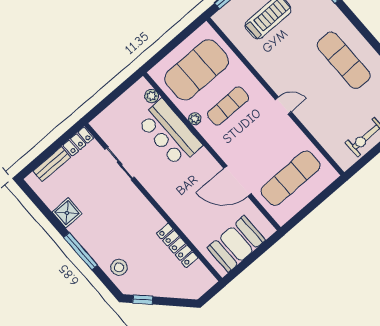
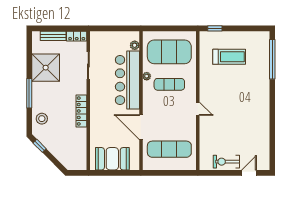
exercise mat: (344, 60) -> (249, 112), removed
bar counter: (169, 133) -> (127, 80), width x1.36
shower: (67, 213) -> (46, 68), width x1.86, depth x1.86
locker: (177, 245) -> (81, 111), moved

